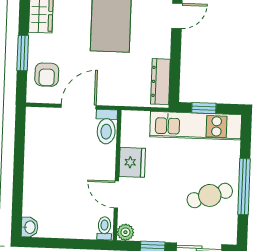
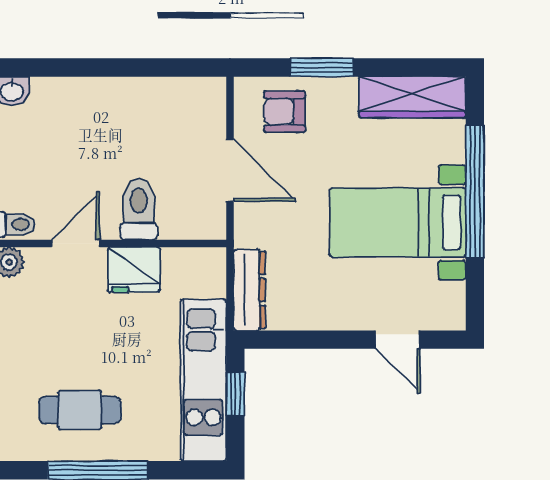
dresser: (160, 82) -> (249, 290), moved, turned 90
toilet: (106, 127) -> (139, 209), moved, turned 90
cafe table: (210, 195) -> (80, 410), turned -71

